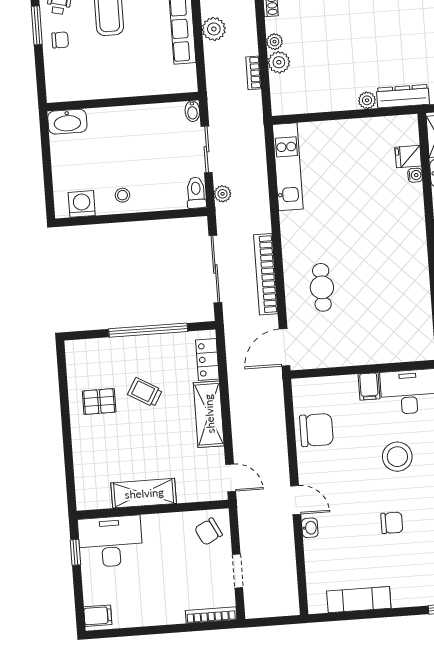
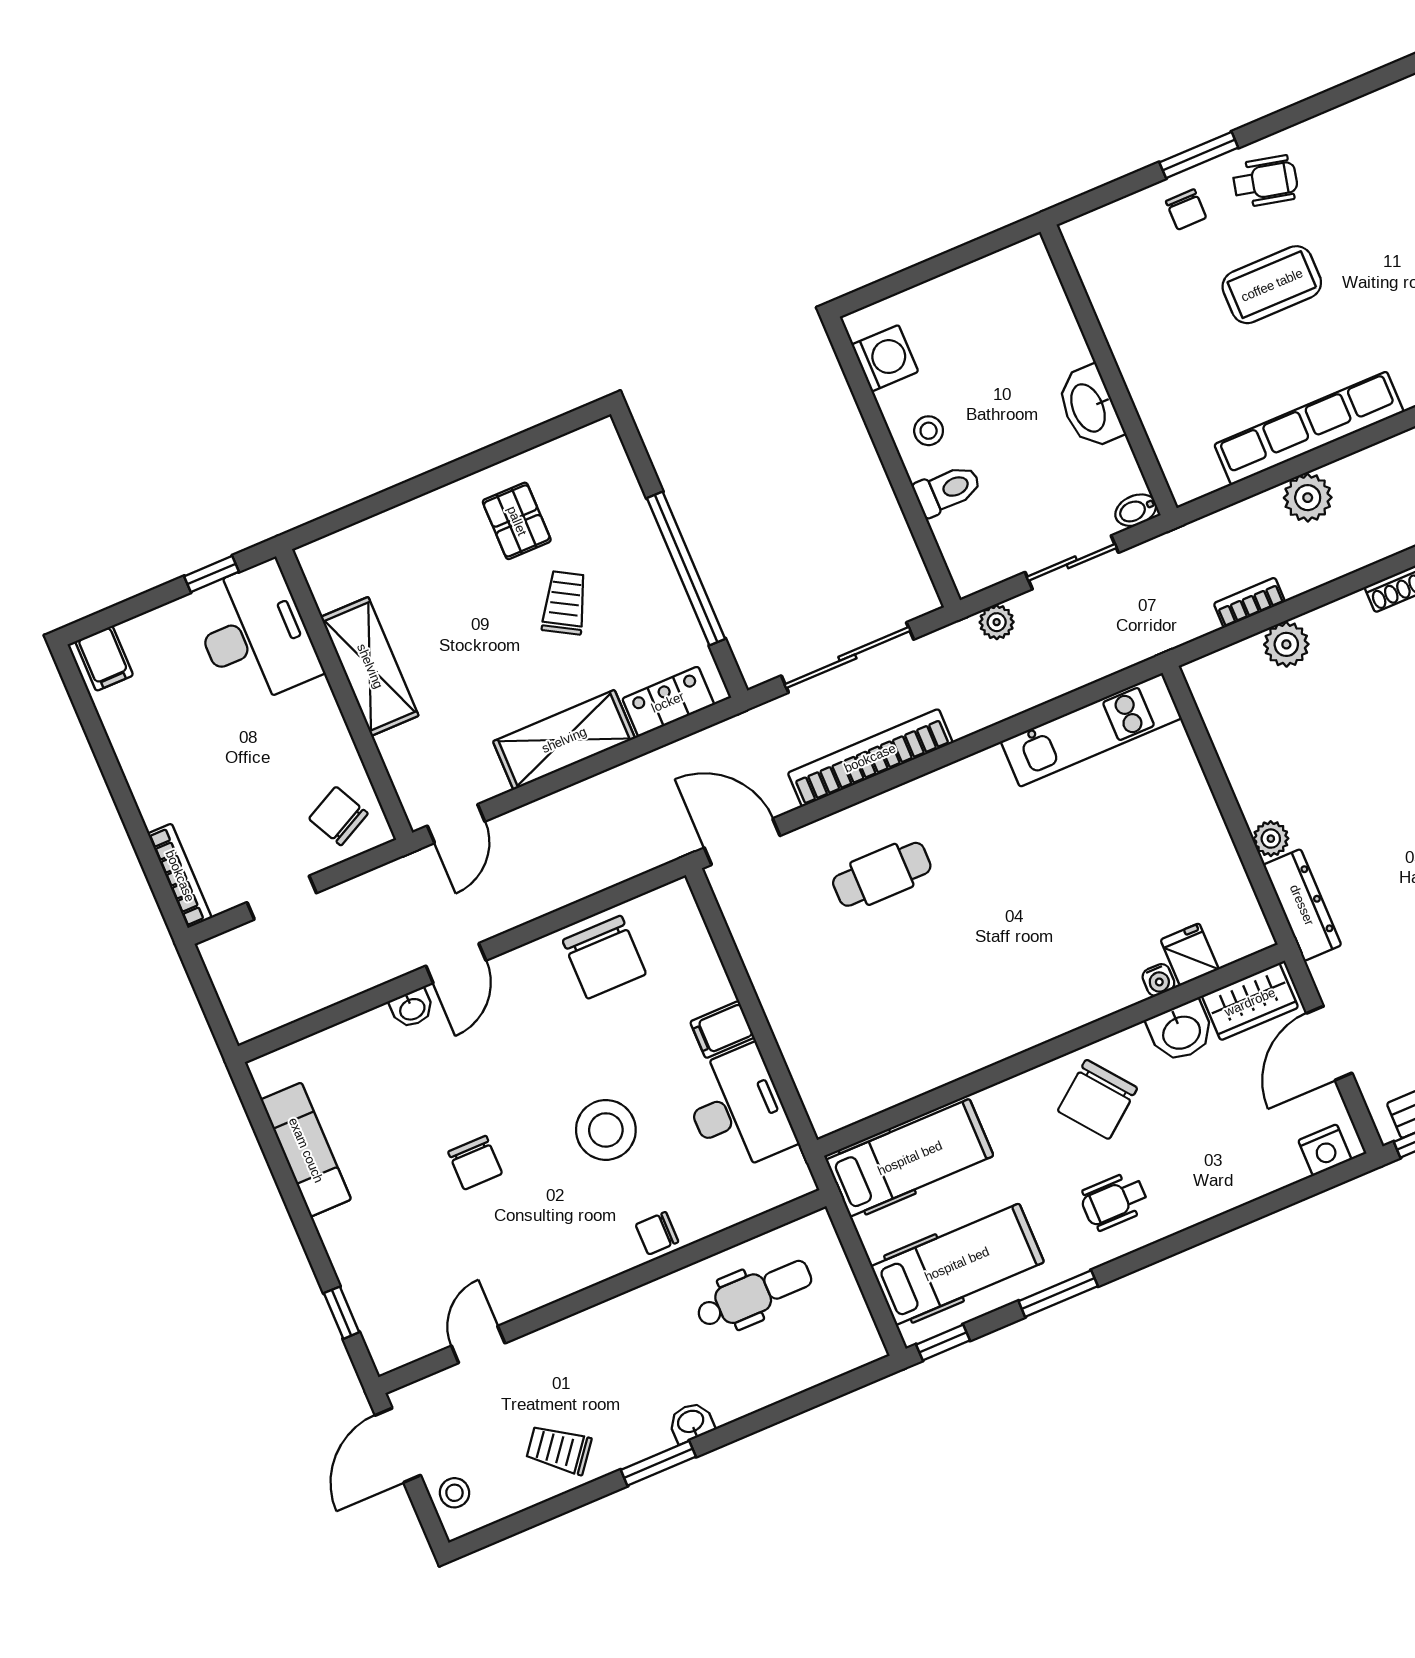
plant: (274, 42) -> (1323, 622), removed
washbasin: (67, 122) -> (1089, 407), moved
toilet: (196, 193) -> (947, 490), moved

